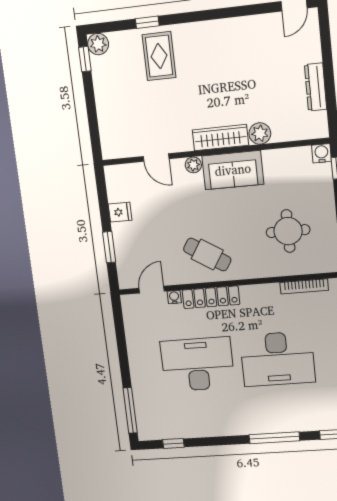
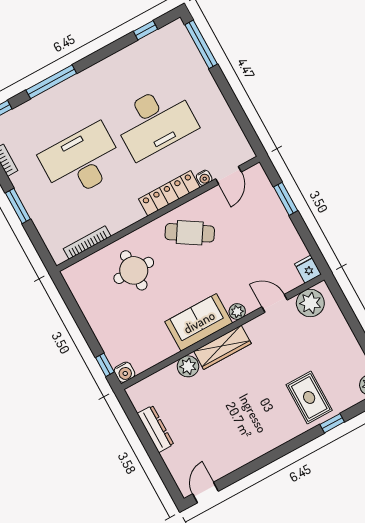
plant: (124, 144) -> (310, 303), added
fridge: (120, 212) -> (308, 269), moved, turned 90
round table: (288, 231) -> (134, 270), moved

